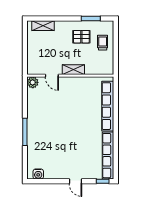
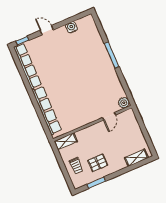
shelving: (73, 70) -> (66, 141), moved
door: (52, 76) -> (109, 116), swing flipped
water cooler: (38, 174) -> (72, 27), moved

